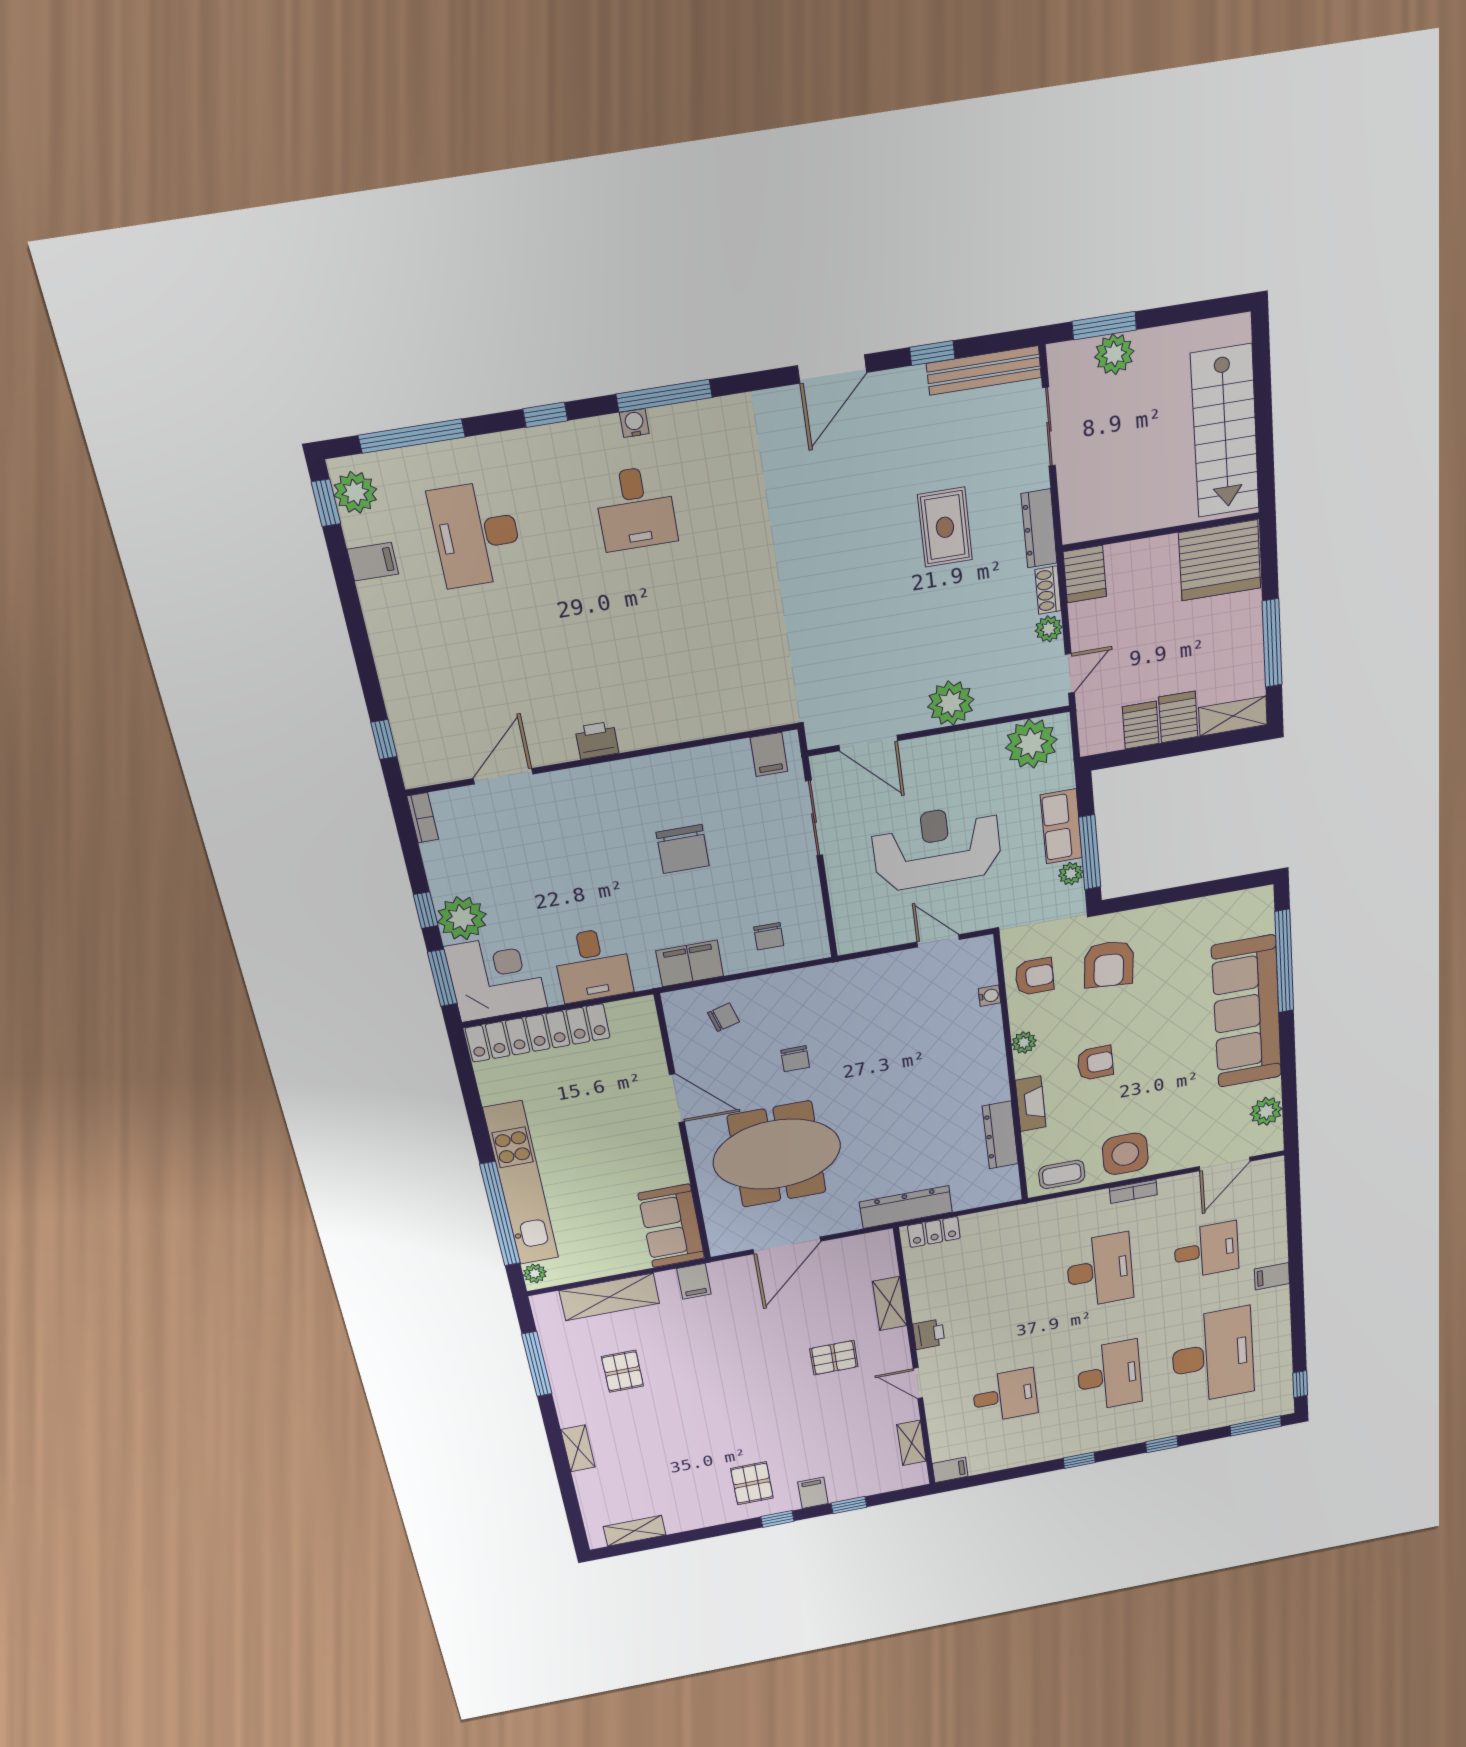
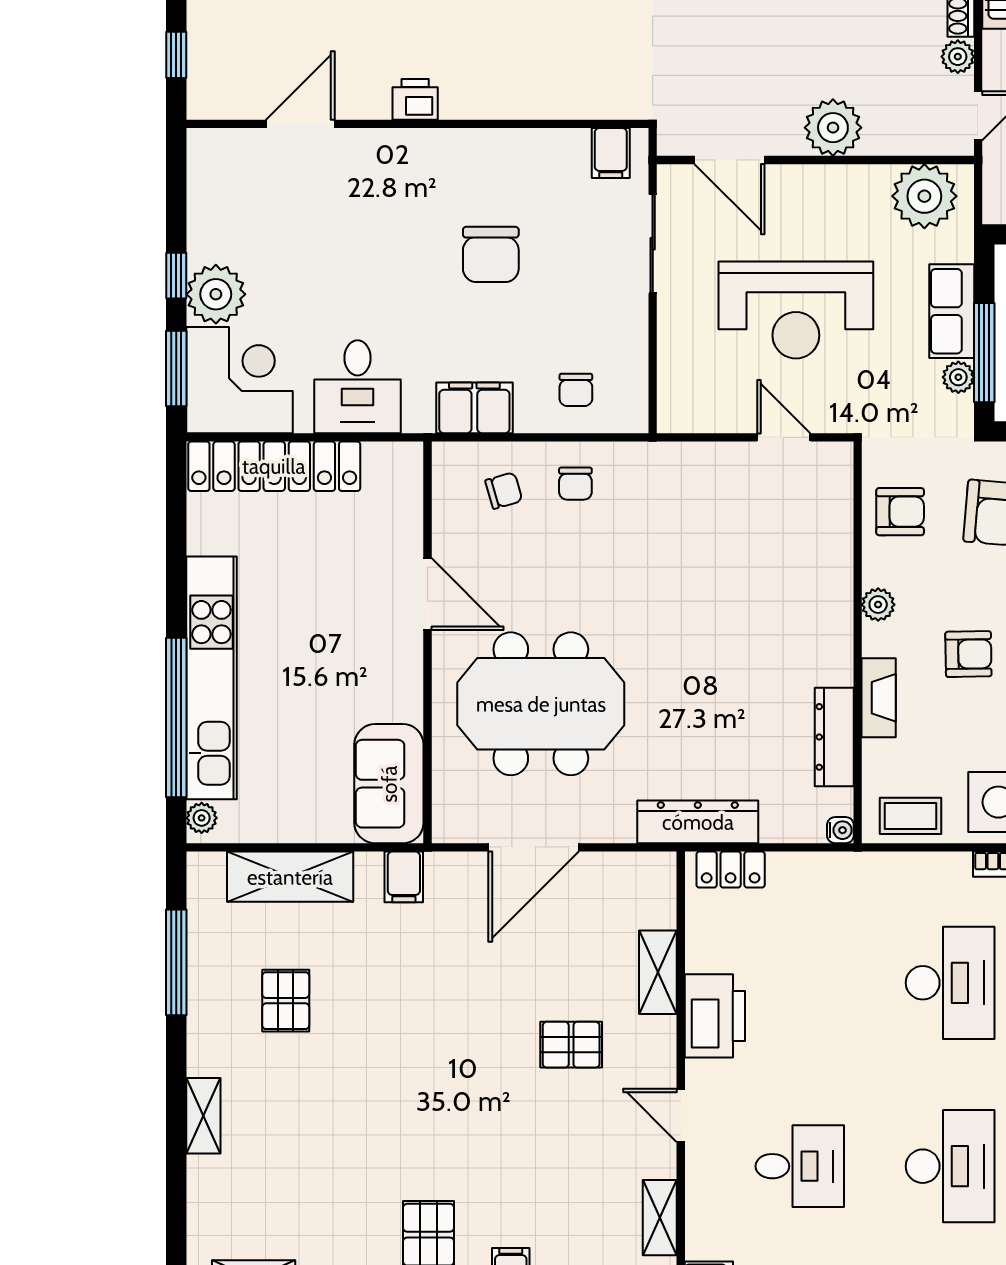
bookcase: (423, 818) -> (198, 158), removed
reception desk: (937, 847) -> (796, 310), turned 180
water cooler: (989, 996) -> (840, 830), moved
chair: (795, 1059) -> (575, 484), moved
printer: (929, 1334) -> (715, 1016), width x1.87, depth x1.48

